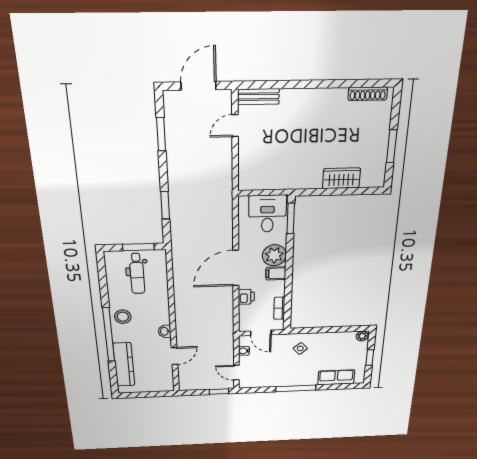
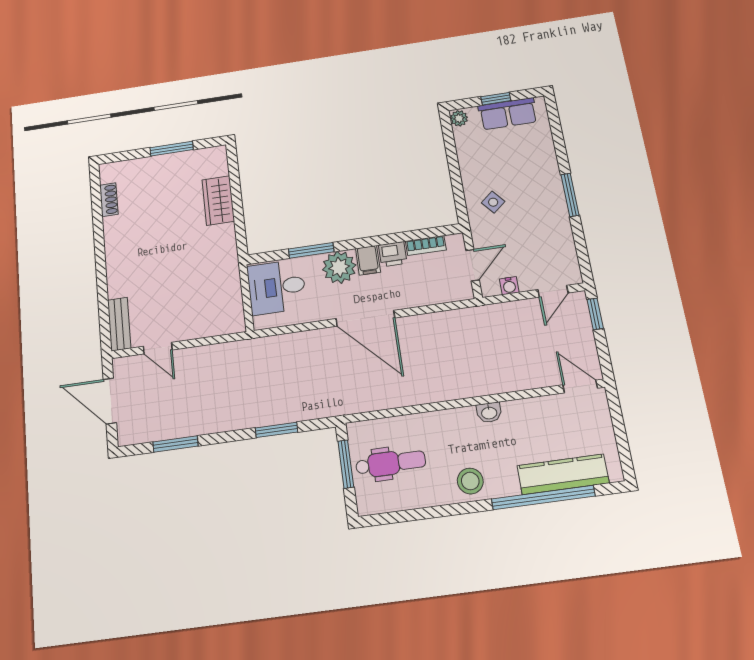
shoe rack: (368, 94) -> (109, 200), width x0.70
window: (291, 218) -> (311, 250), moved
printer: (246, 297) -> (393, 254), moved, turned 180
window: (109, 335) -> (543, 497), moved
door: (174, 356) -> (580, 386), moved
row of seats: (336, 377) -> (508, 114), moved, turned -90
window: (296, 388) -> (570, 195), width x0.69

